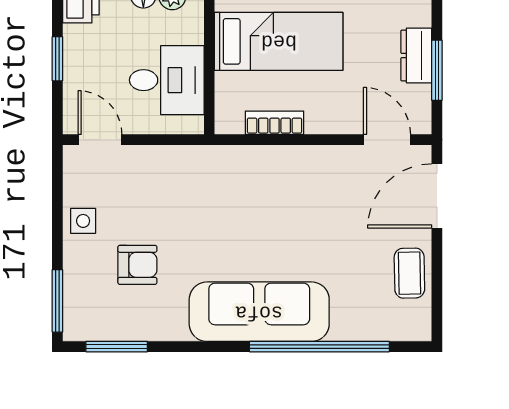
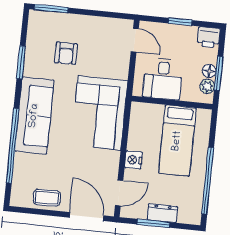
nightstand: (323, 119) -> (133, 160), added
bookcase: (274, 123) -> (134, 134), removed
door: (100, 140) -> (135, 40), hinge flipped
corner sofa: (242, 191) -> (99, 113), added
side table: (83, 221) -> (92, 27), removed
window: (117, 347) -> (21, 62), moved

